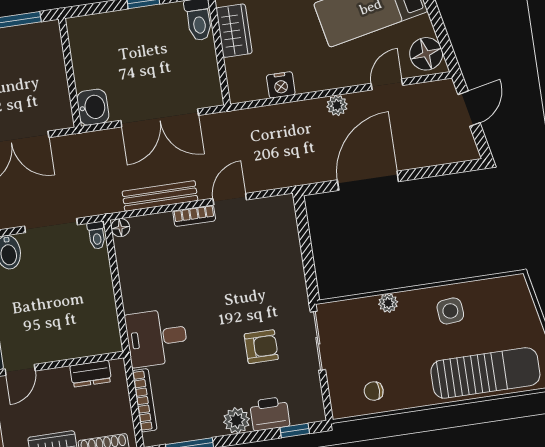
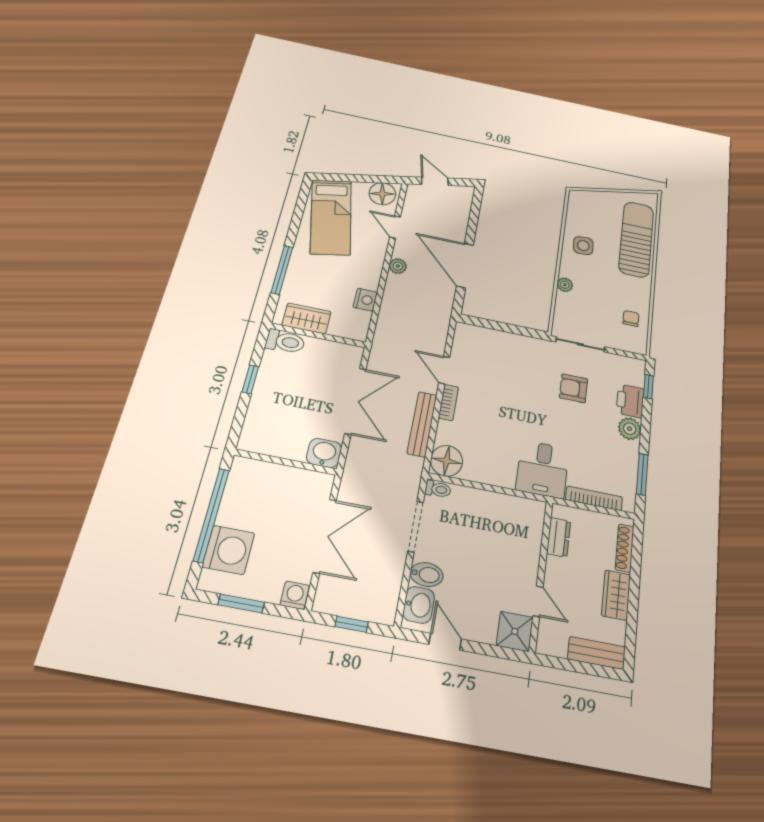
floor lamp: (120, 228) -> (447, 461), width x1.89, depth x1.89
armchair: (261, 347) -> (574, 388), turned -90
chair: (374, 391) -> (631, 318), turned 180

